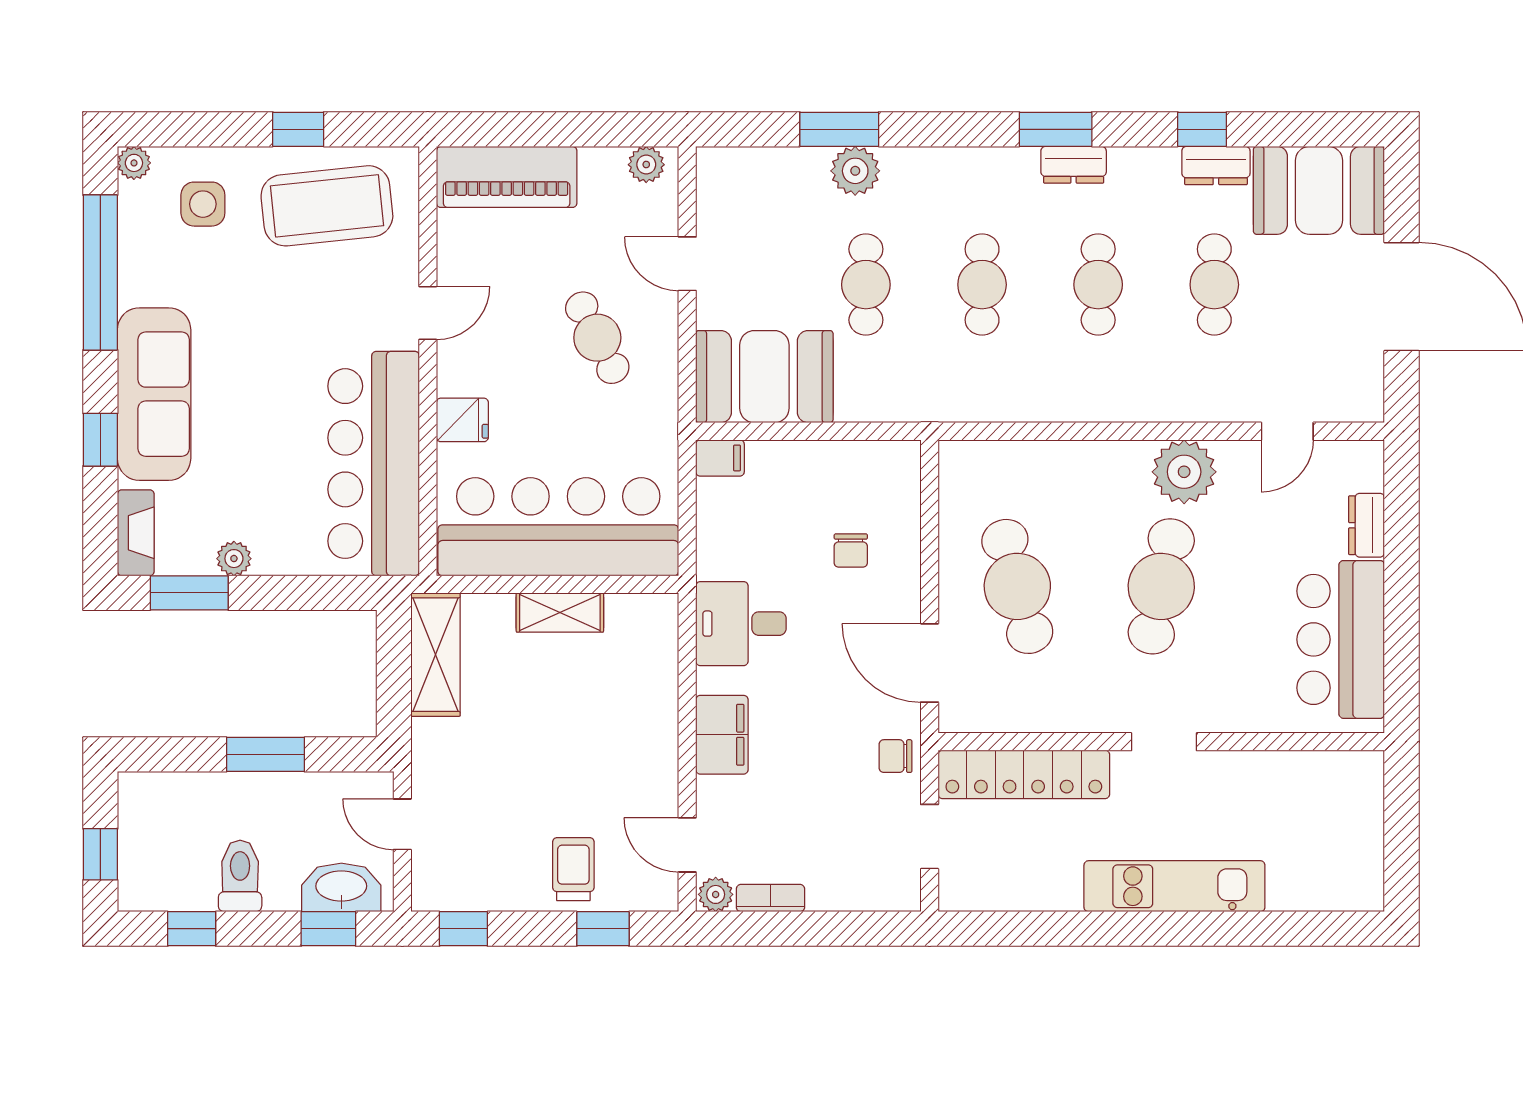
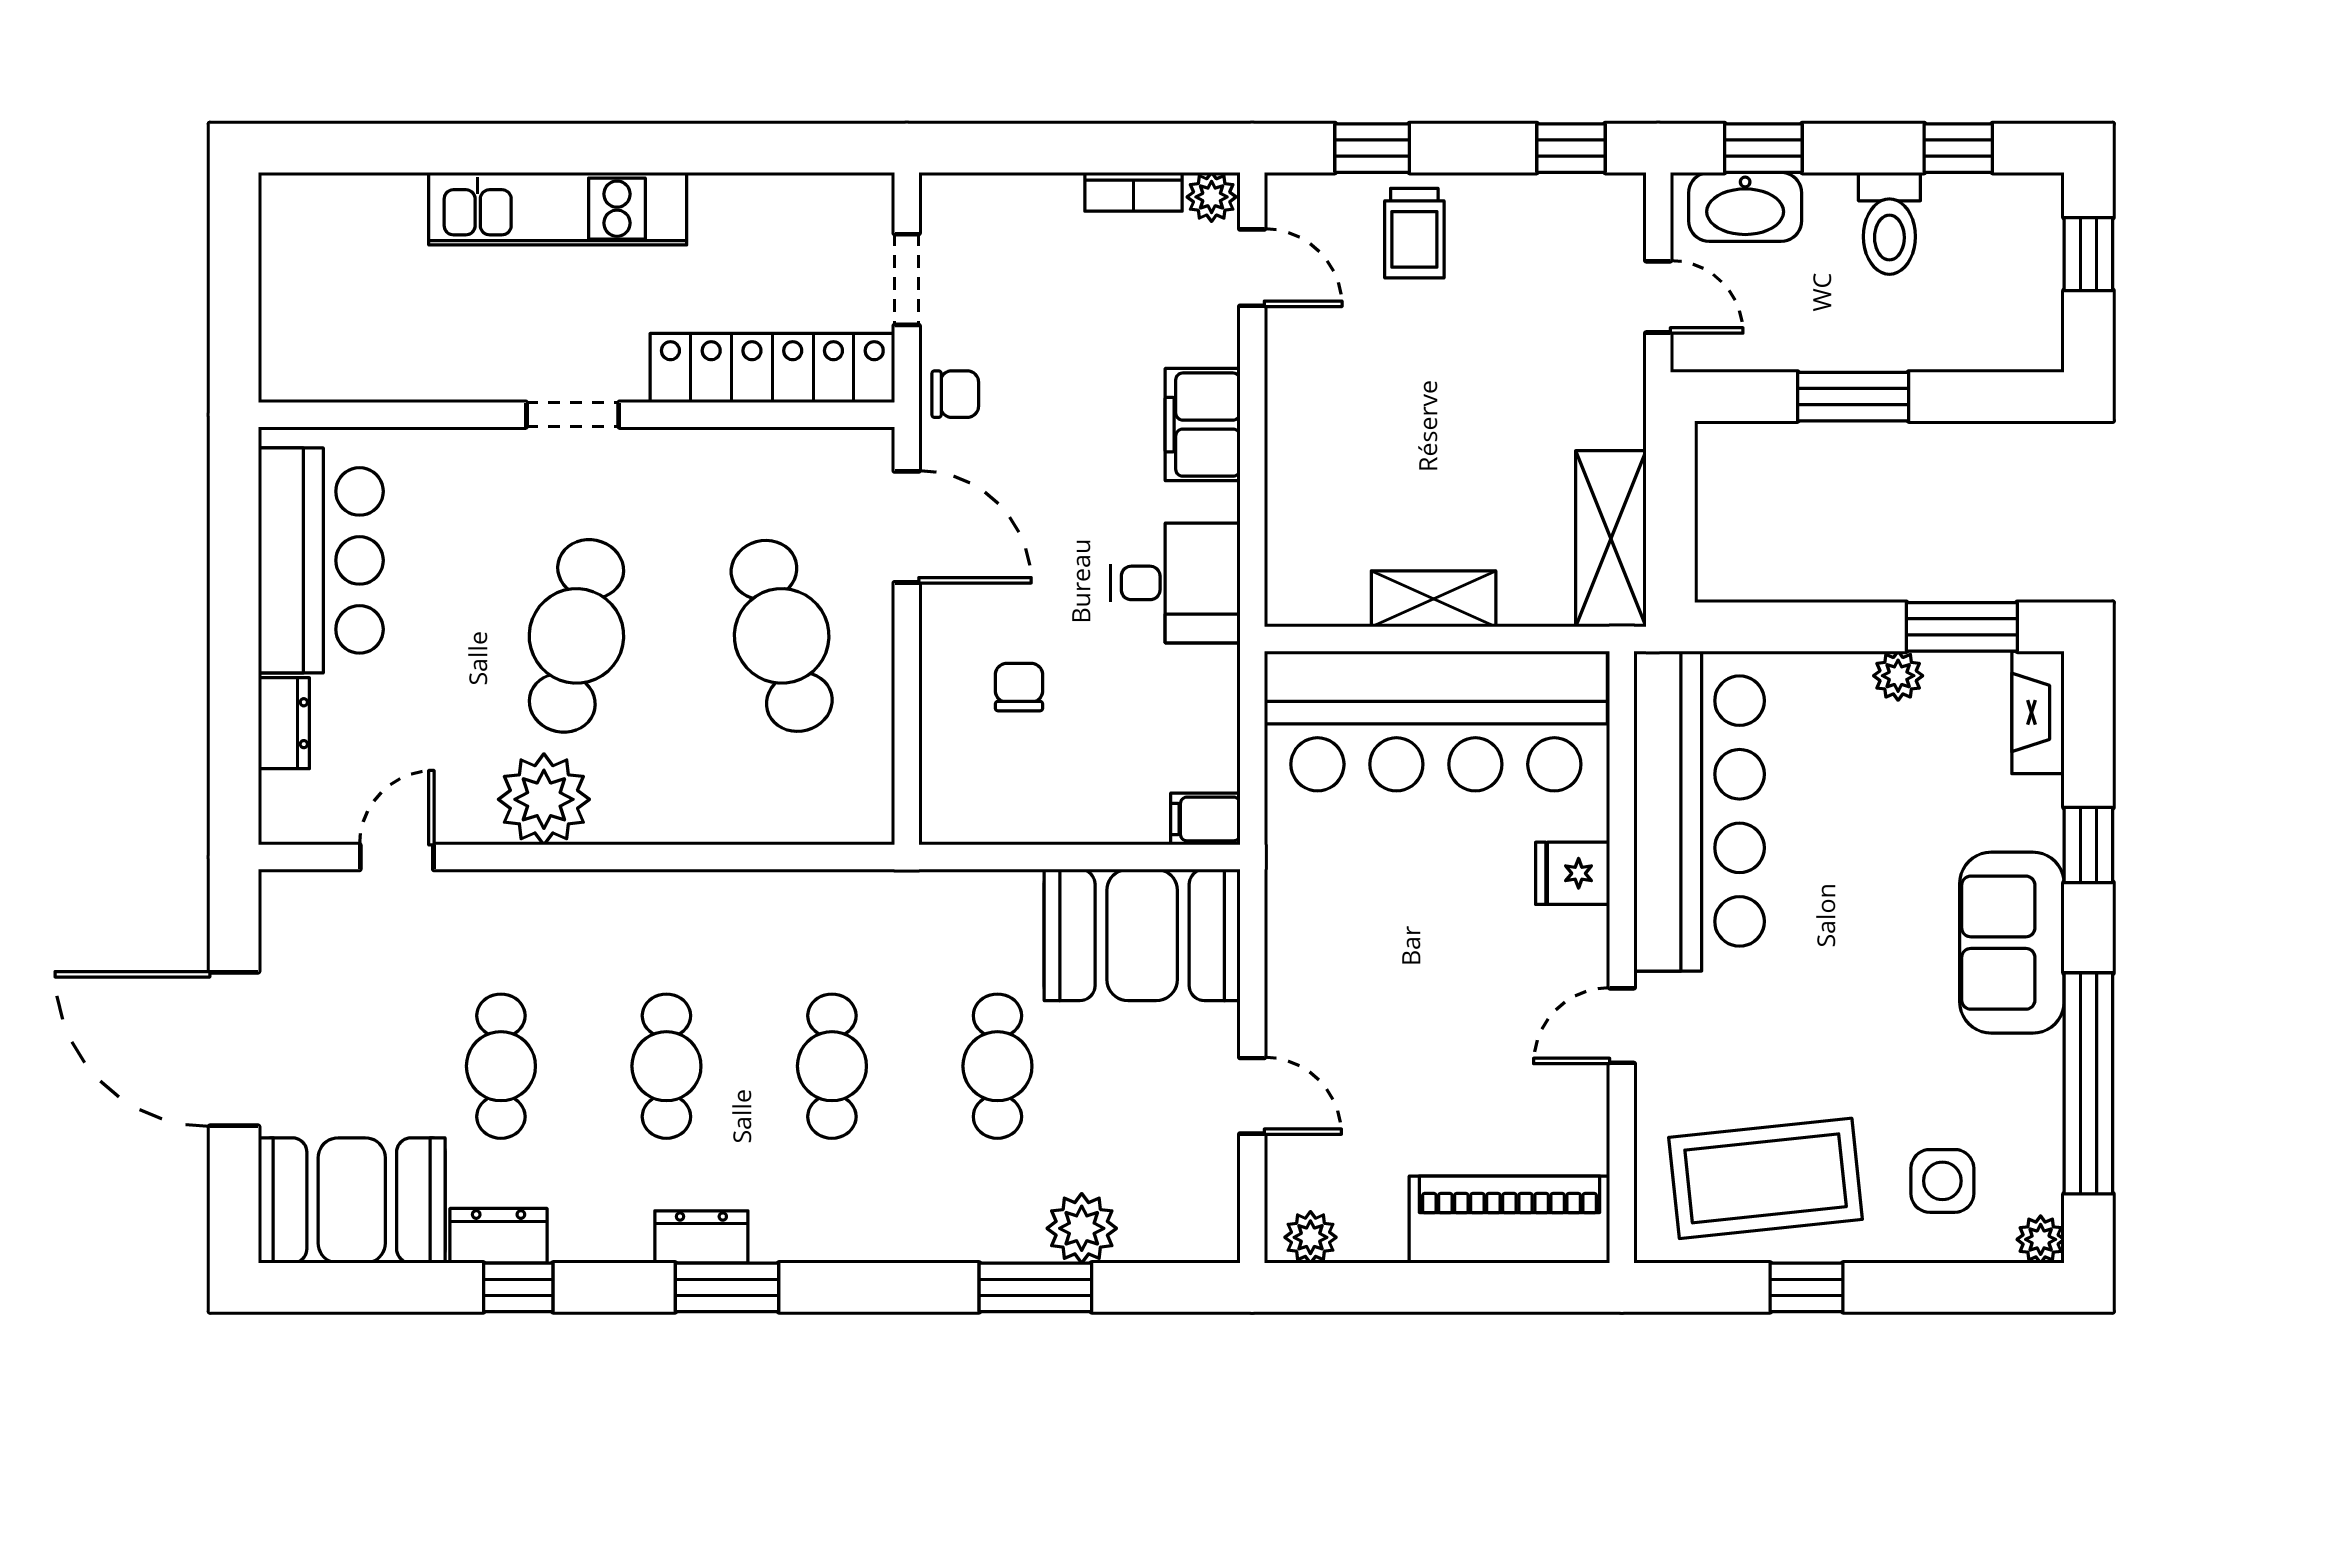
plant: (855, 171) -> (1082, 1228), moved
cafe table: (597, 338) -> (1380, 990), removed
sofa: (154, 394) -> (2012, 943), width x0.73

